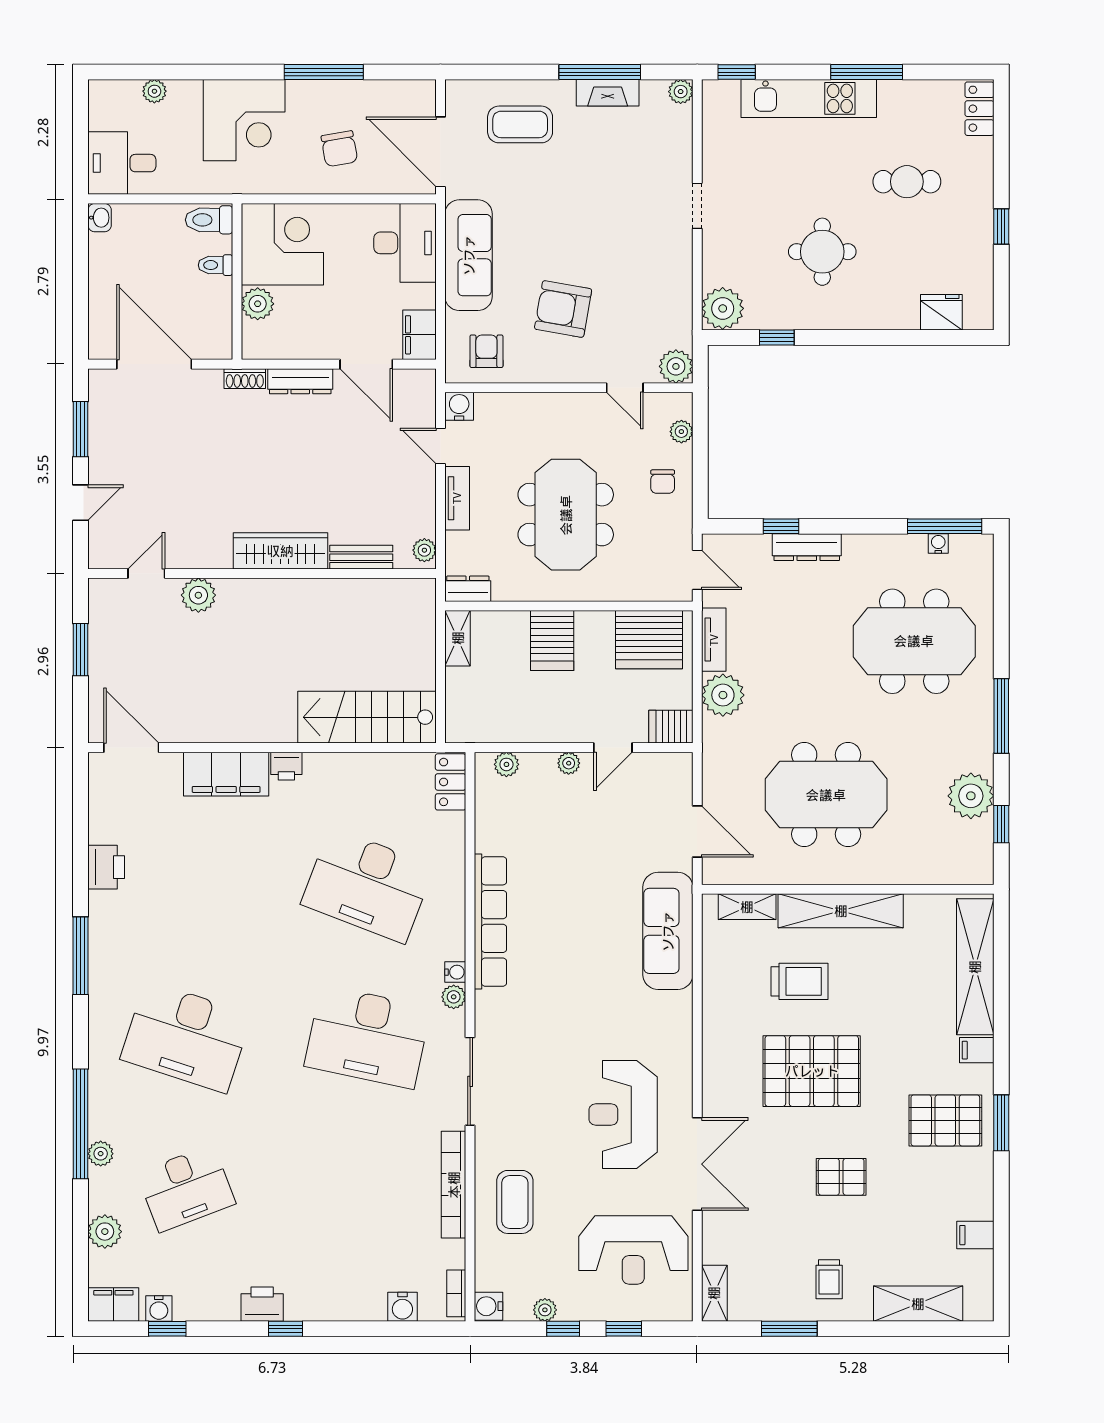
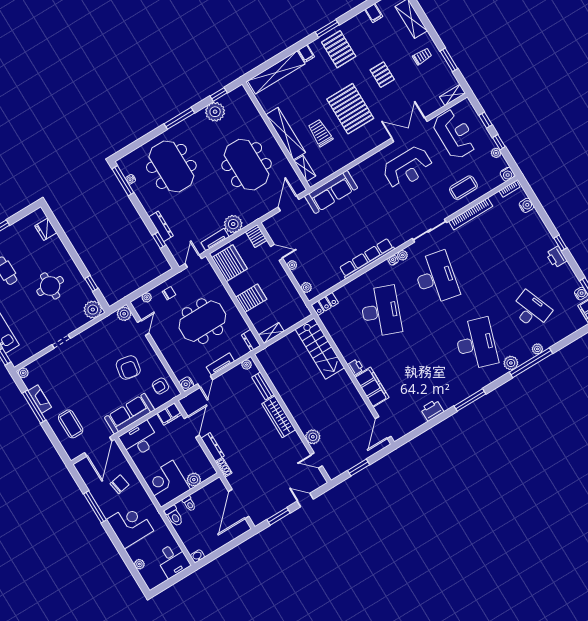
plant: (105, 1232) -> (511, 363), moved

